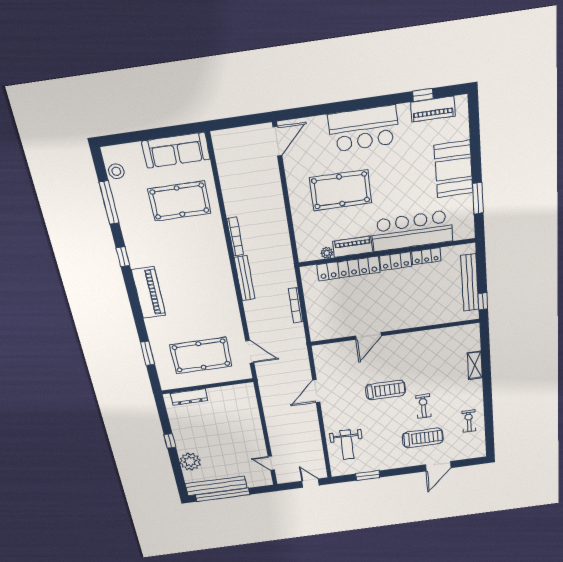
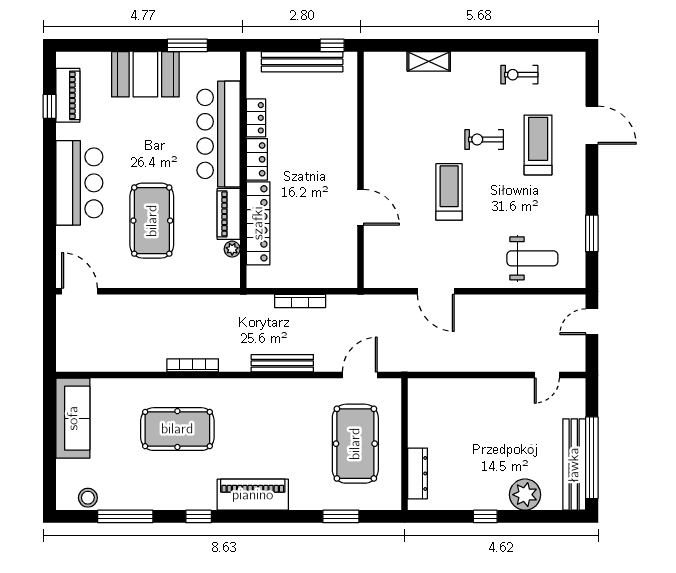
pool table: (179, 201) -> (177, 429), moved, turned 90
bench: (245, 278) -> (282, 363), moved

